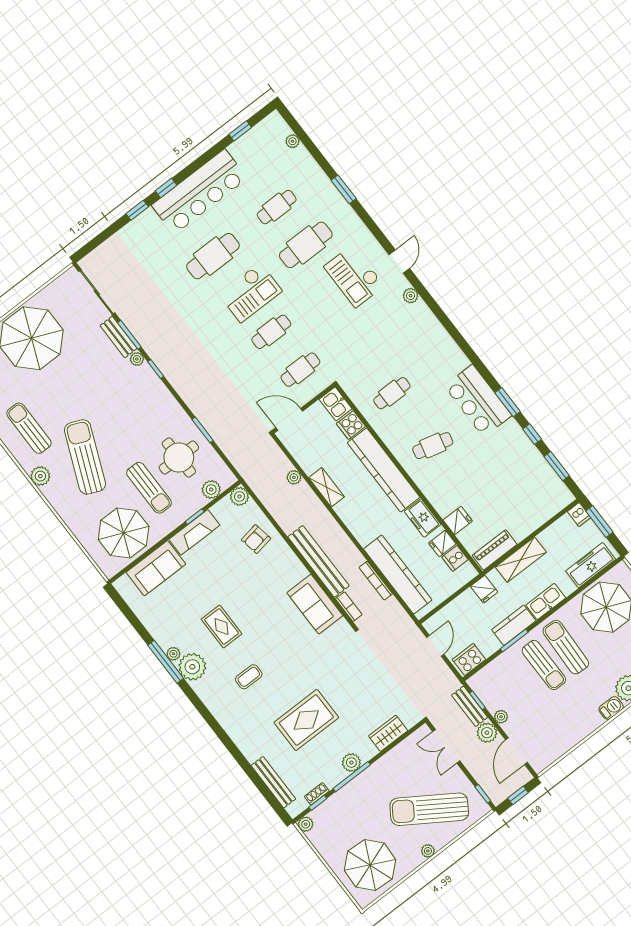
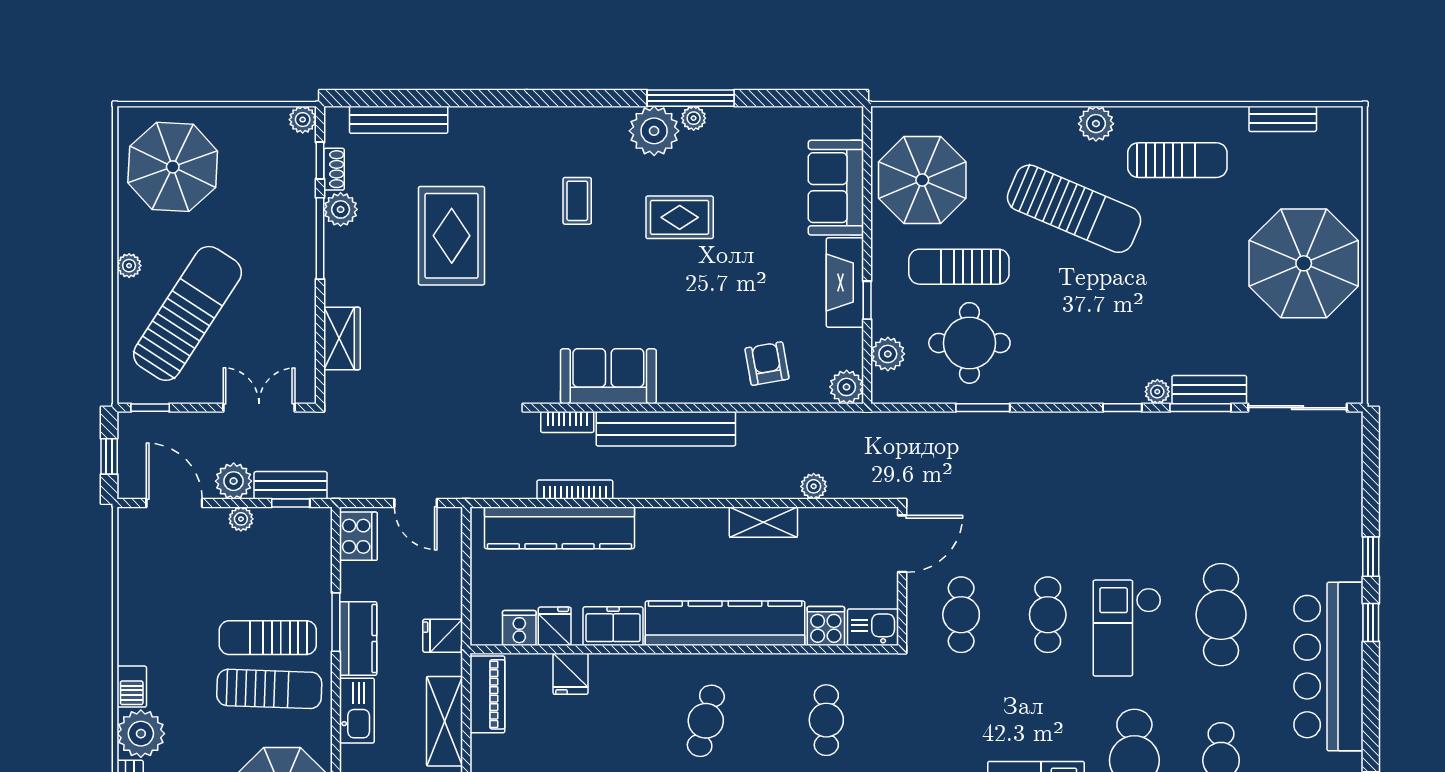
plant: (351, 763) -> (341, 209), moved

